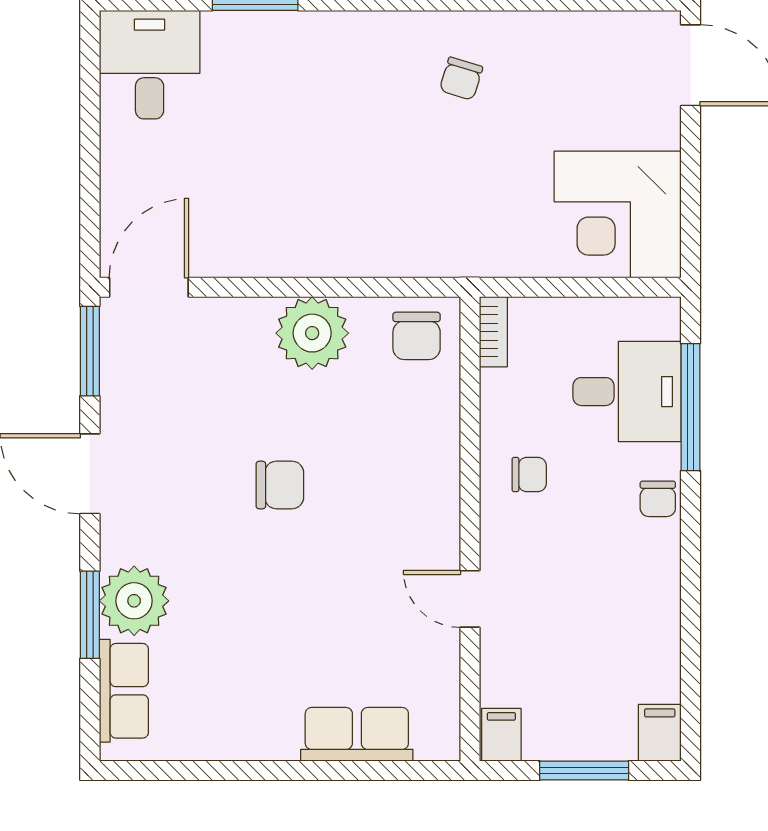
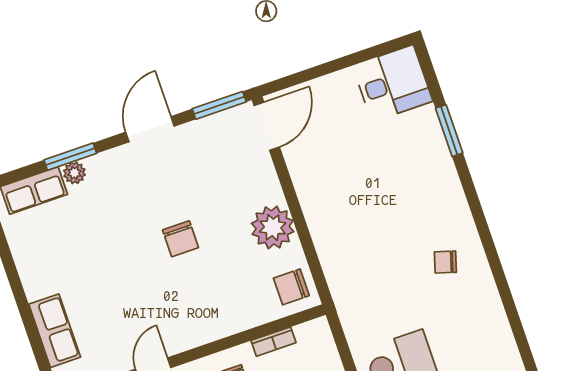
door: (149, 287) -> (267, 126), hinge flipped
bookcase: (493, 332) -> (274, 342), moved
plant: (134, 601) -> (74, 173), width x0.53, depth x0.53

